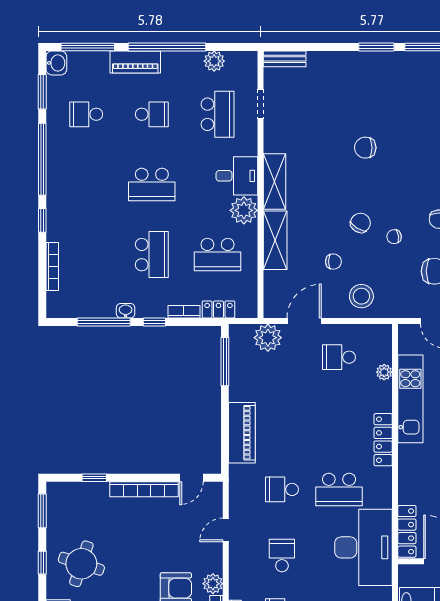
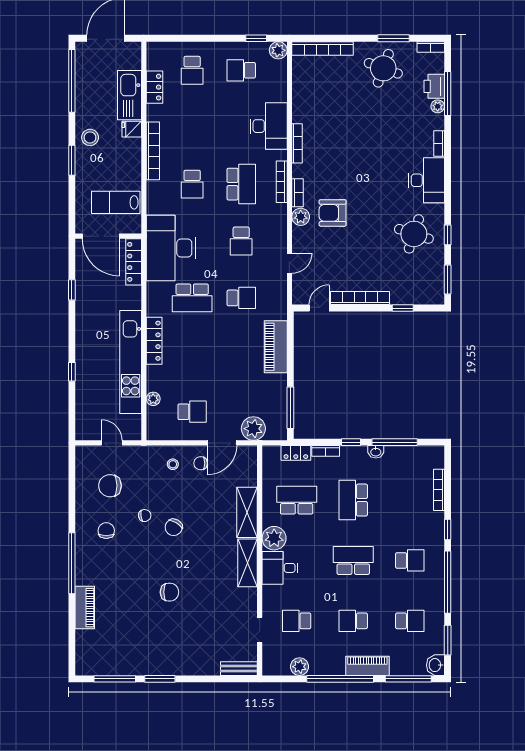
school desk: (218, 114) -> (297, 621), width x0.54
school desk: (86, 184) -> (410, 560), added
chair: (333, 262) -> (201, 463), moved
stool: (361, 296) -> (173, 464), width x0.53, depth x0.53
kitchen unit: (410, 399) -> (131, 362), width x1.36
school desk: (339, 489) -> (192, 298), turned 180

